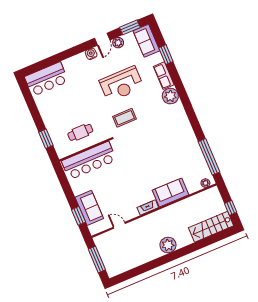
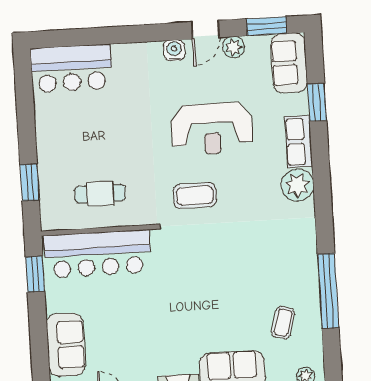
window: (209, 157) -> (328, 291), moved
coffee table: (186, 162) -> (283, 323), added
window: (78, 216) -> (35, 274), moved

